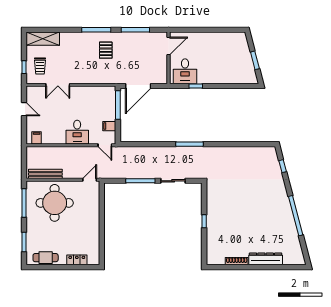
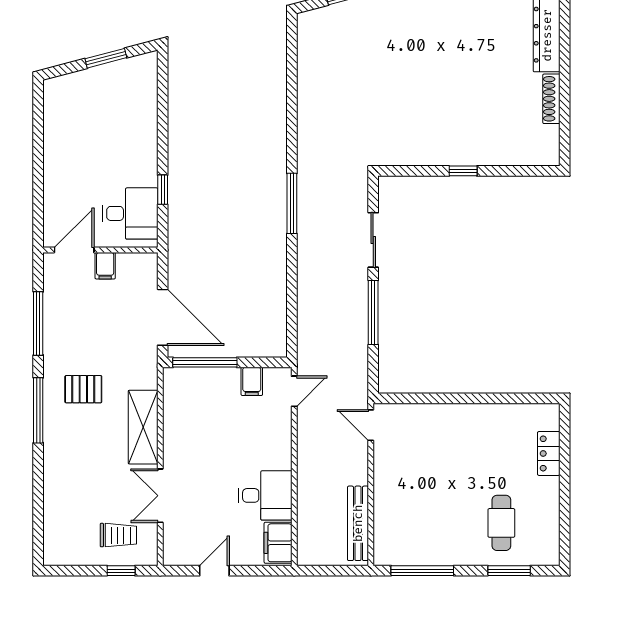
shelving: (43, 39) -> (143, 427), moved
door: (169, 46) -> (74, 250), hinge flipped
filing cabinet: (161, 60) -> (105, 266), added
double door: (58, 85) -> (160, 496), swing flipped
desk: (77, 132) -> (265, 495), moved
filing cabinet: (37, 138) -> (278, 543), width x2.00
round table: (55, 203) -> (422, 503), removed
cafe table: (46, 258) -> (501, 523), moved

